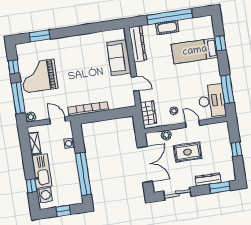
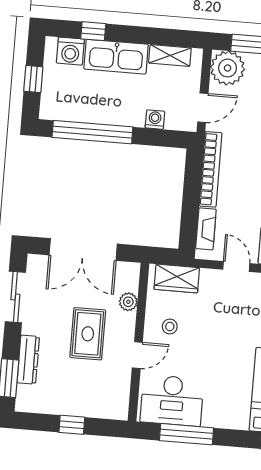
door: (135, 84) -> (236, 266), swing flipped
fireplace: (119, 104) -> (206, 229), added
plant: (31, 117) -> (228, 68), width x1.88, depth x1.88

